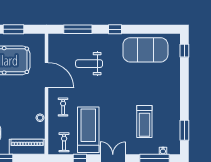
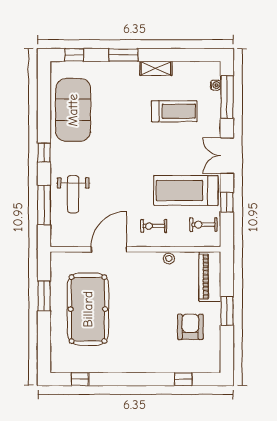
weight bench: (89, 64) -> (73, 194), moved
shelving: (175, 109) -> (156, 68), added
window: (184, 130) -> (123, 55), moved

